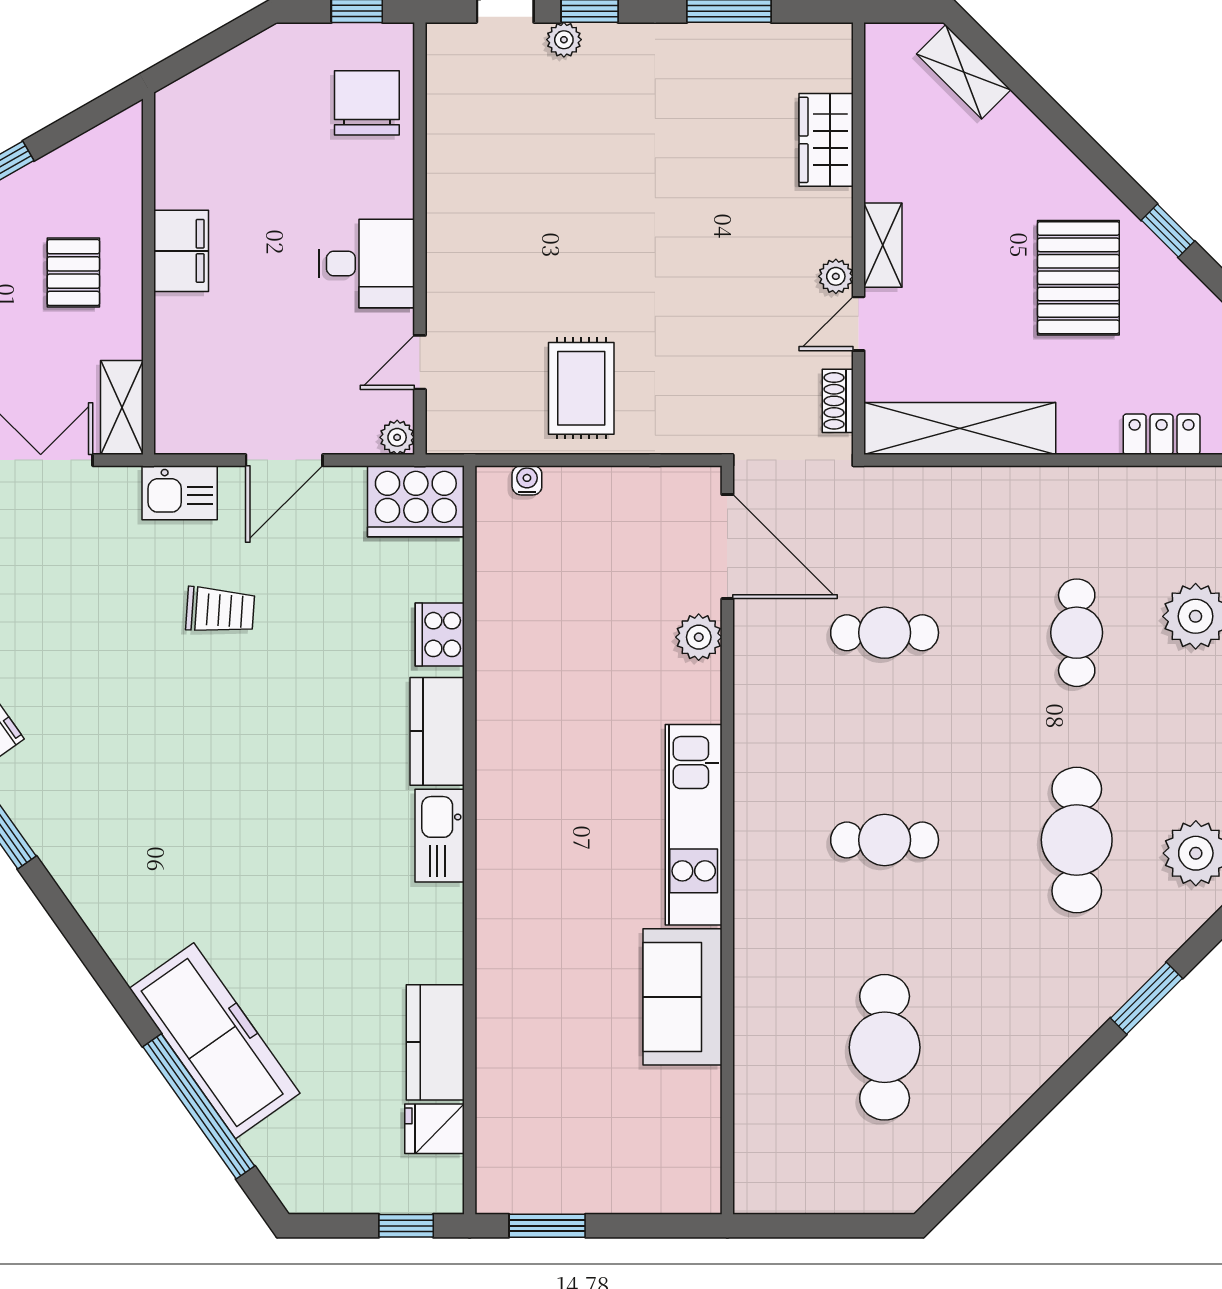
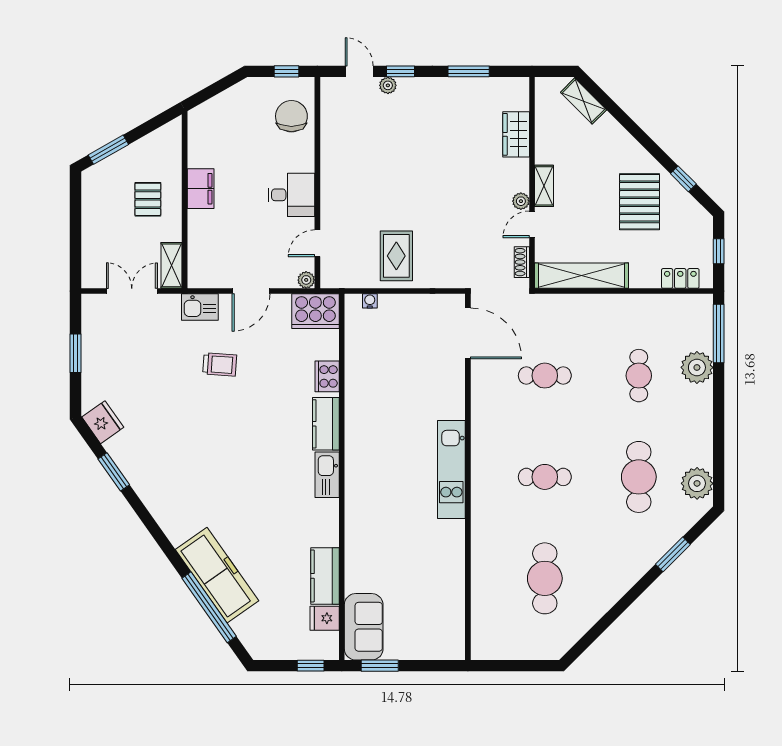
plant: (699, 637) -> (454, 378), removed
sofa: (683, 997) -> (364, 627), moved, turned 180

